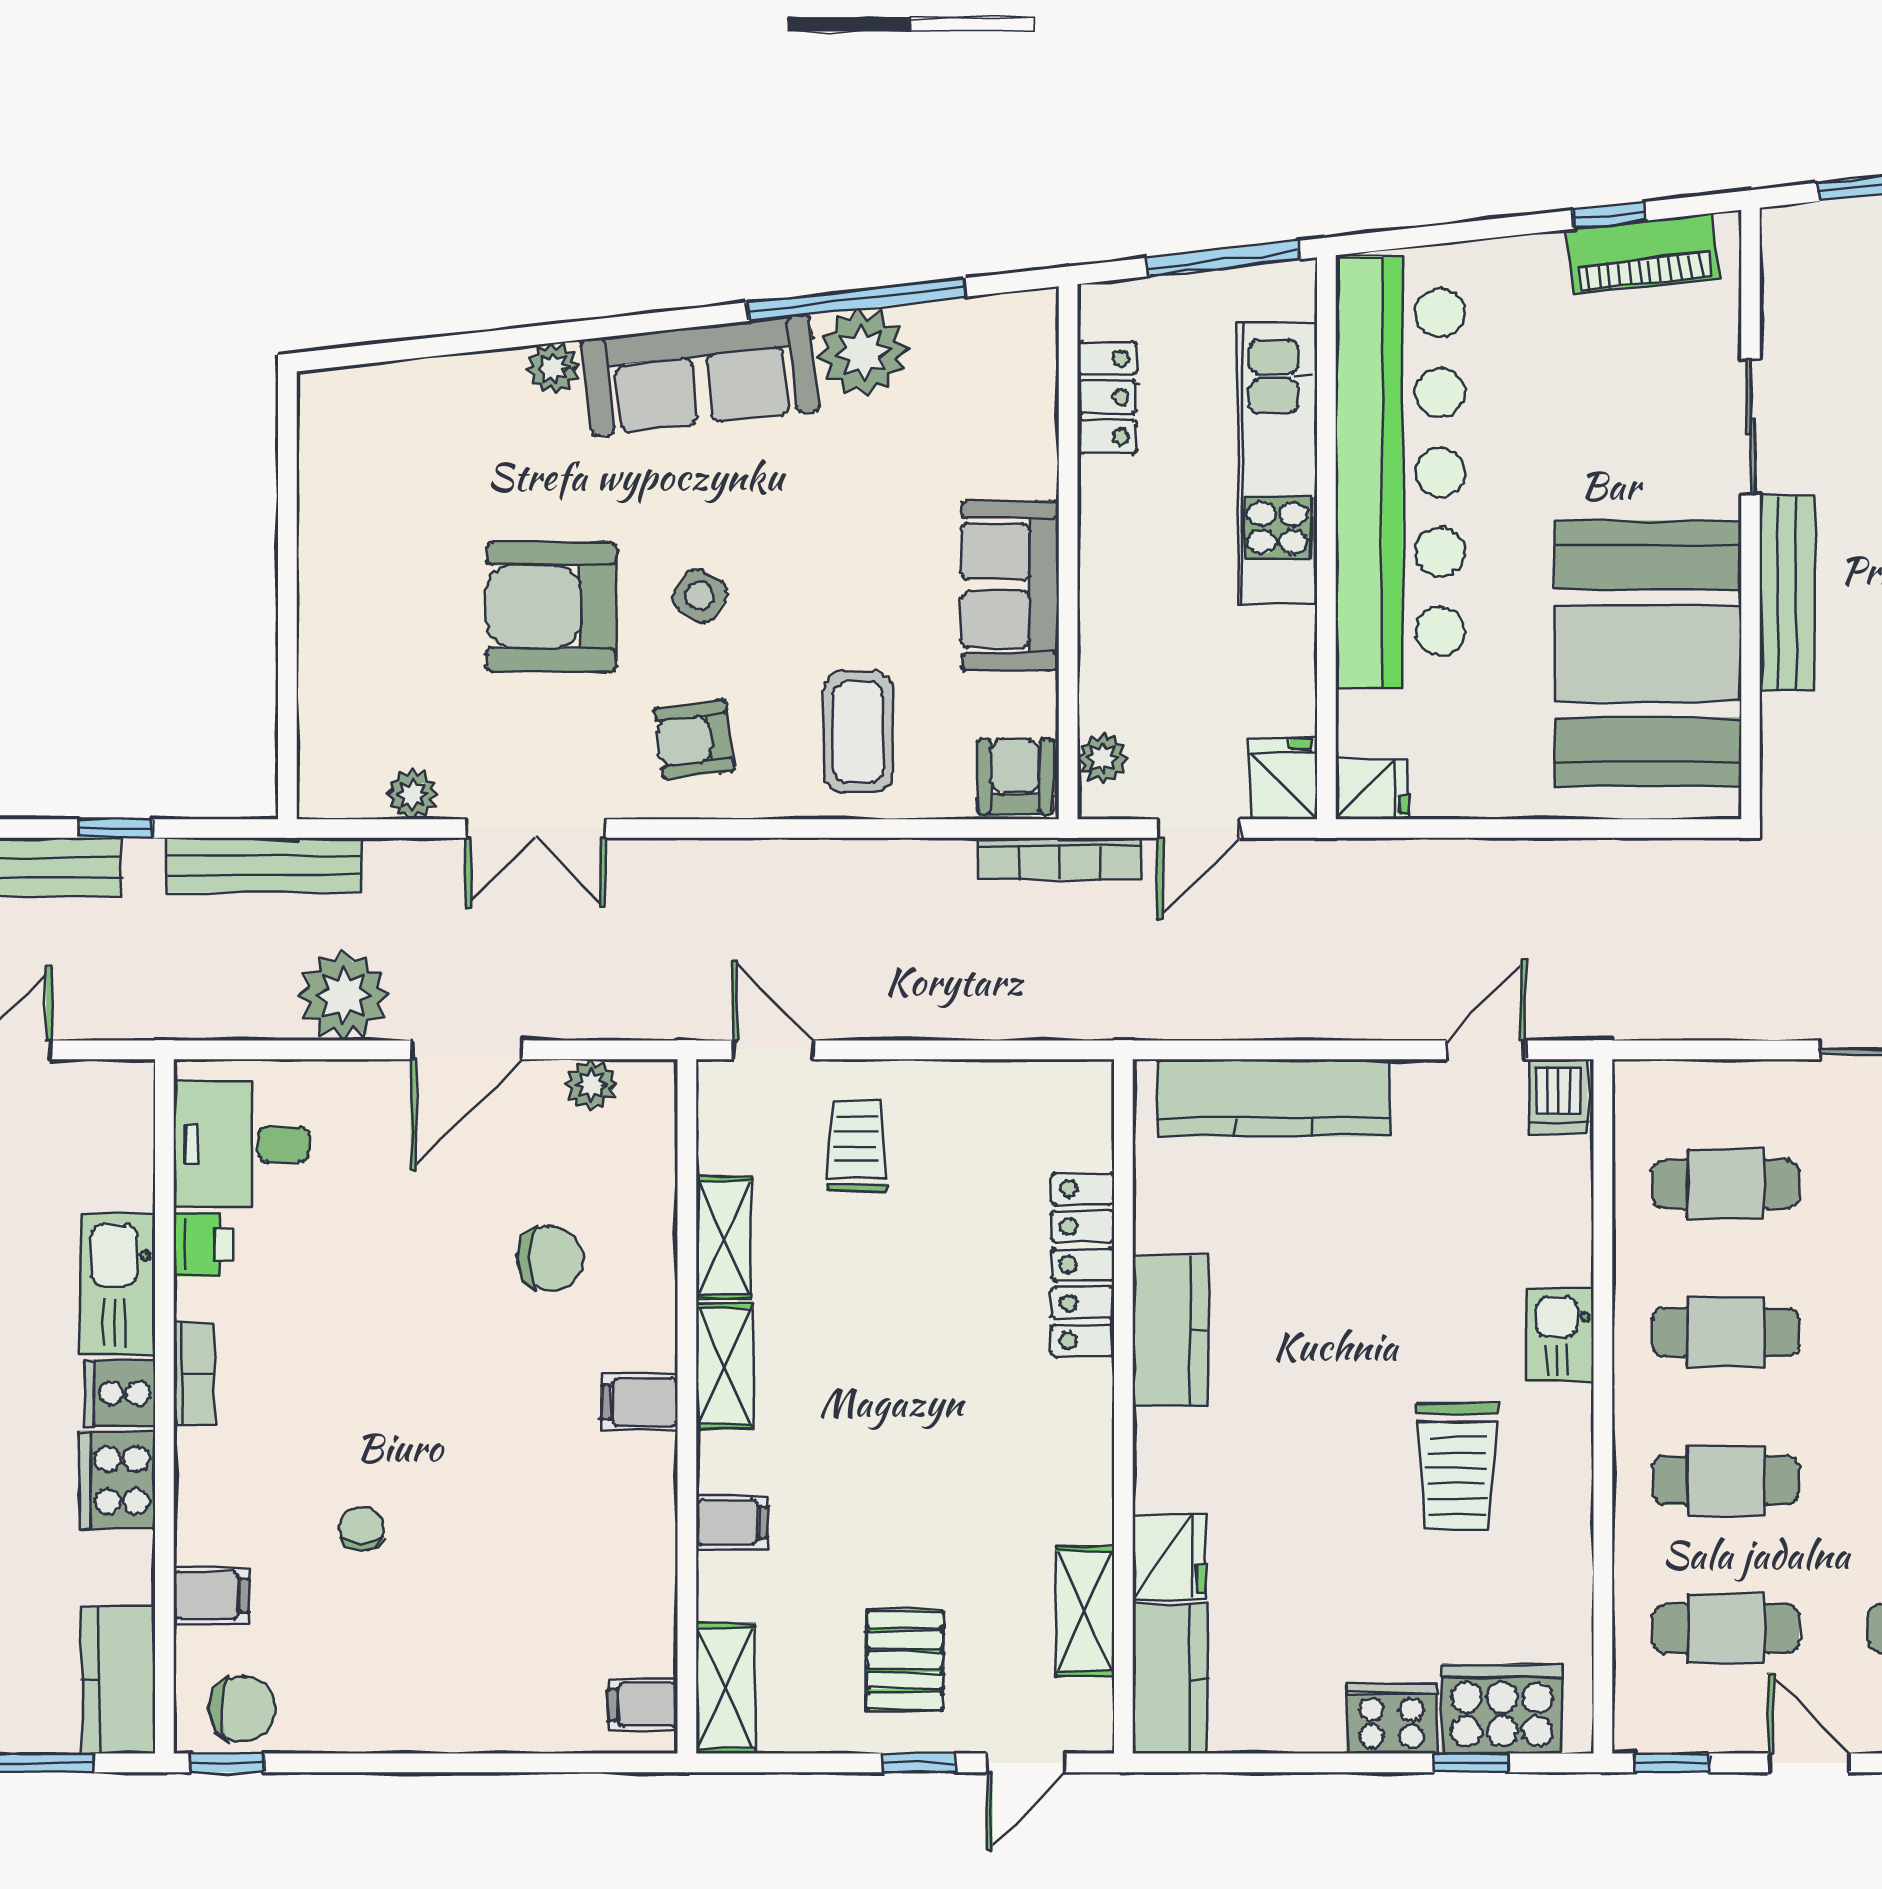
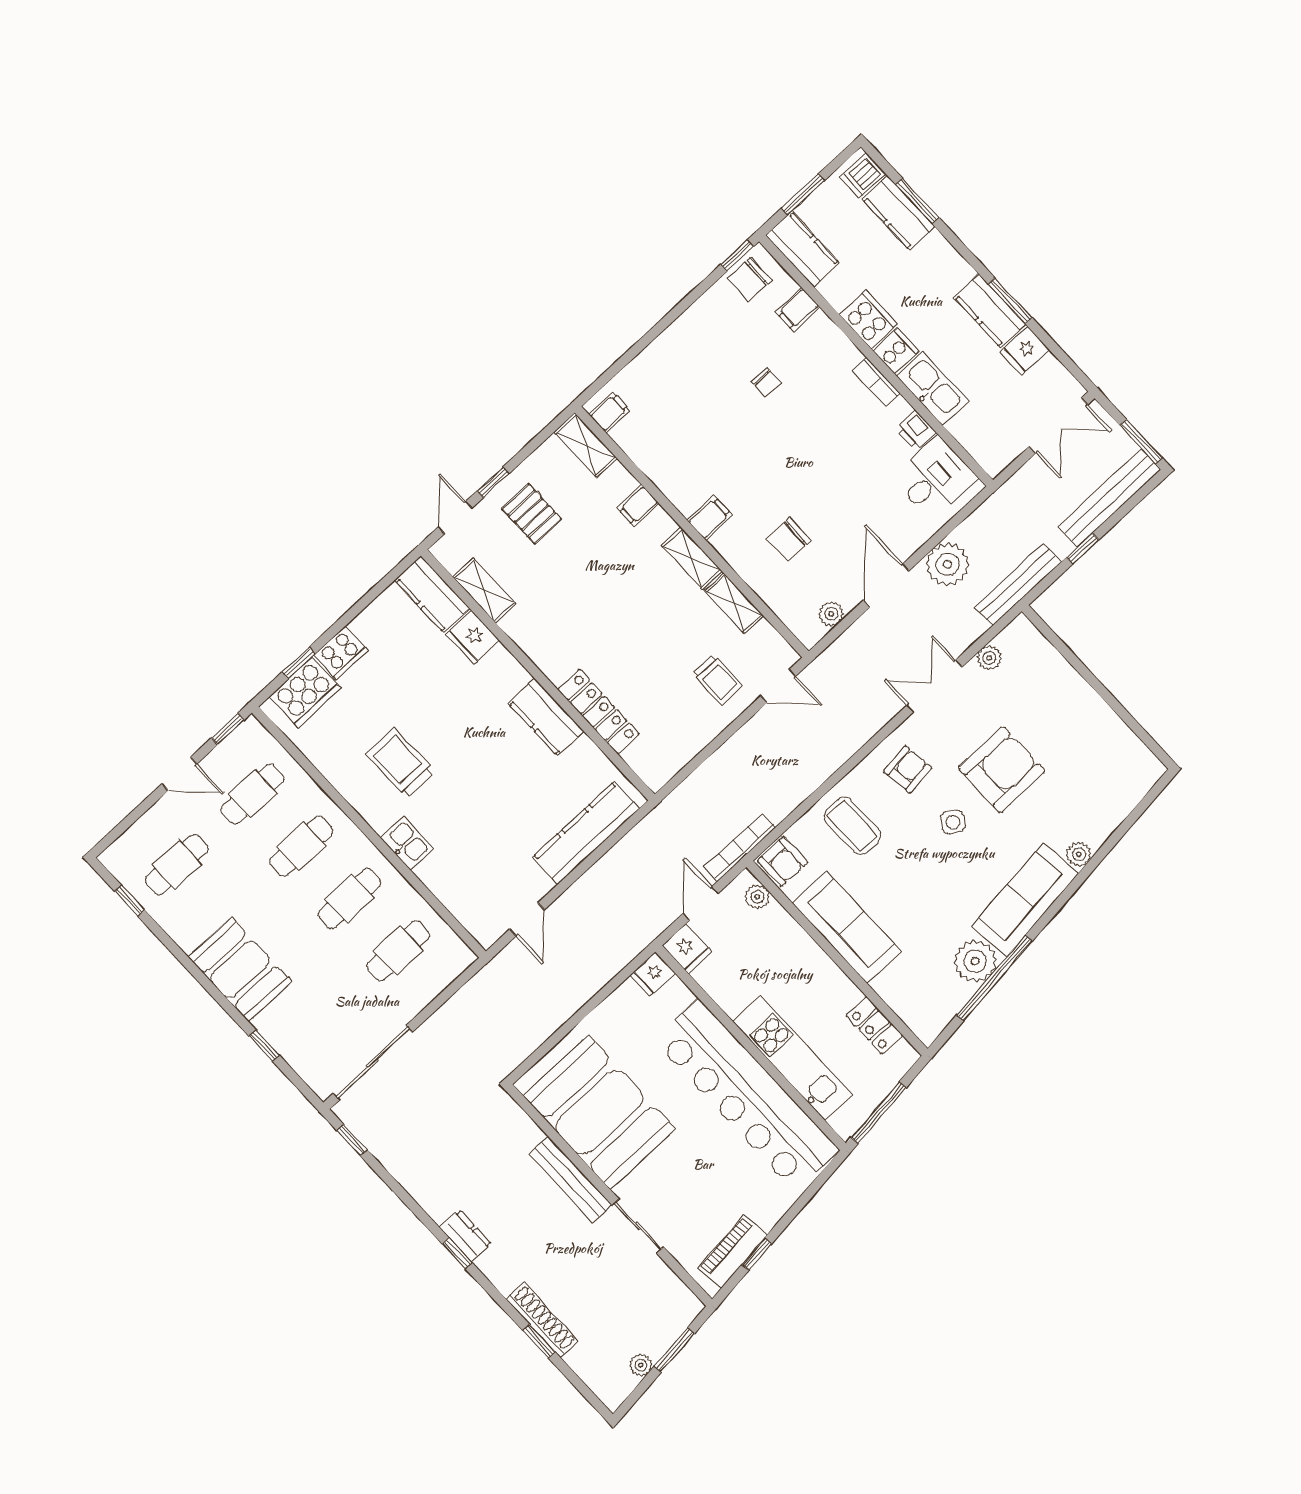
sofa: (1010, 585) -> (847, 927), width x1.36
dishwasher: (1558, 1096) -> (486, 927), removed

